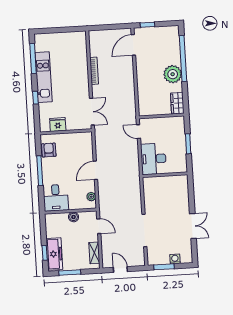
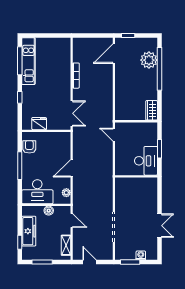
plant: (173, 74) -> (149, 60), moved
kitchen unit: (44, 77) -> (28, 61), moved
desk: (153, 159) -> (146, 161), moved, turned 180
desk: (56, 198) -> (37, 192), width x1.37
freezer: (54, 254) -> (29, 231), moved

